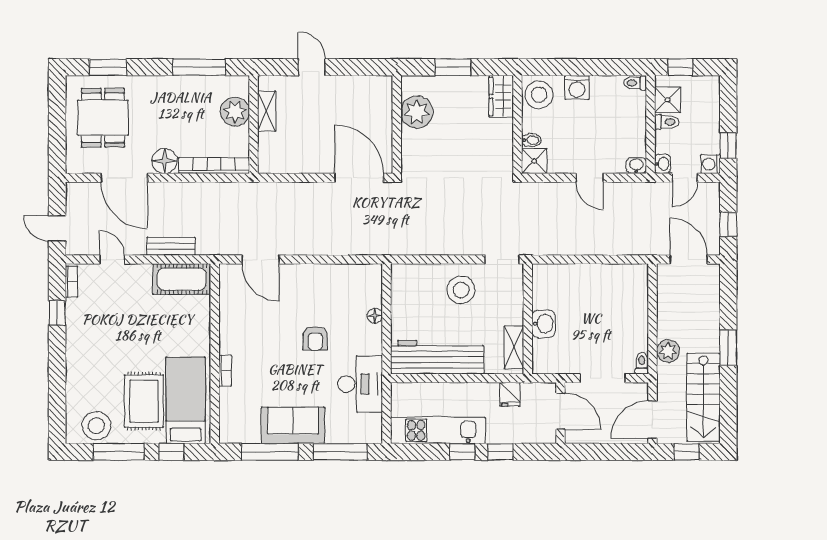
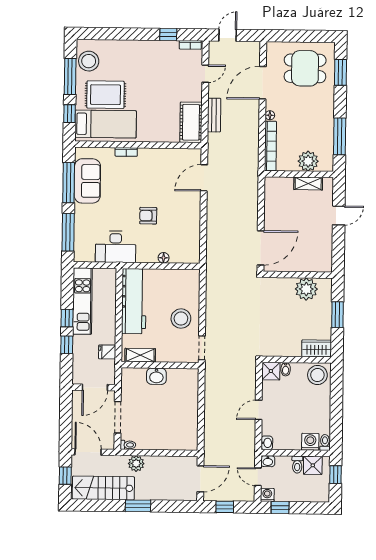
washing machine: (577, 88) -> (310, 442), moved, turned 90
floor lamp: (164, 161) -> (270, 115), width x0.53, depth x0.53
sofa: (293, 425) -> (87, 181), moved

